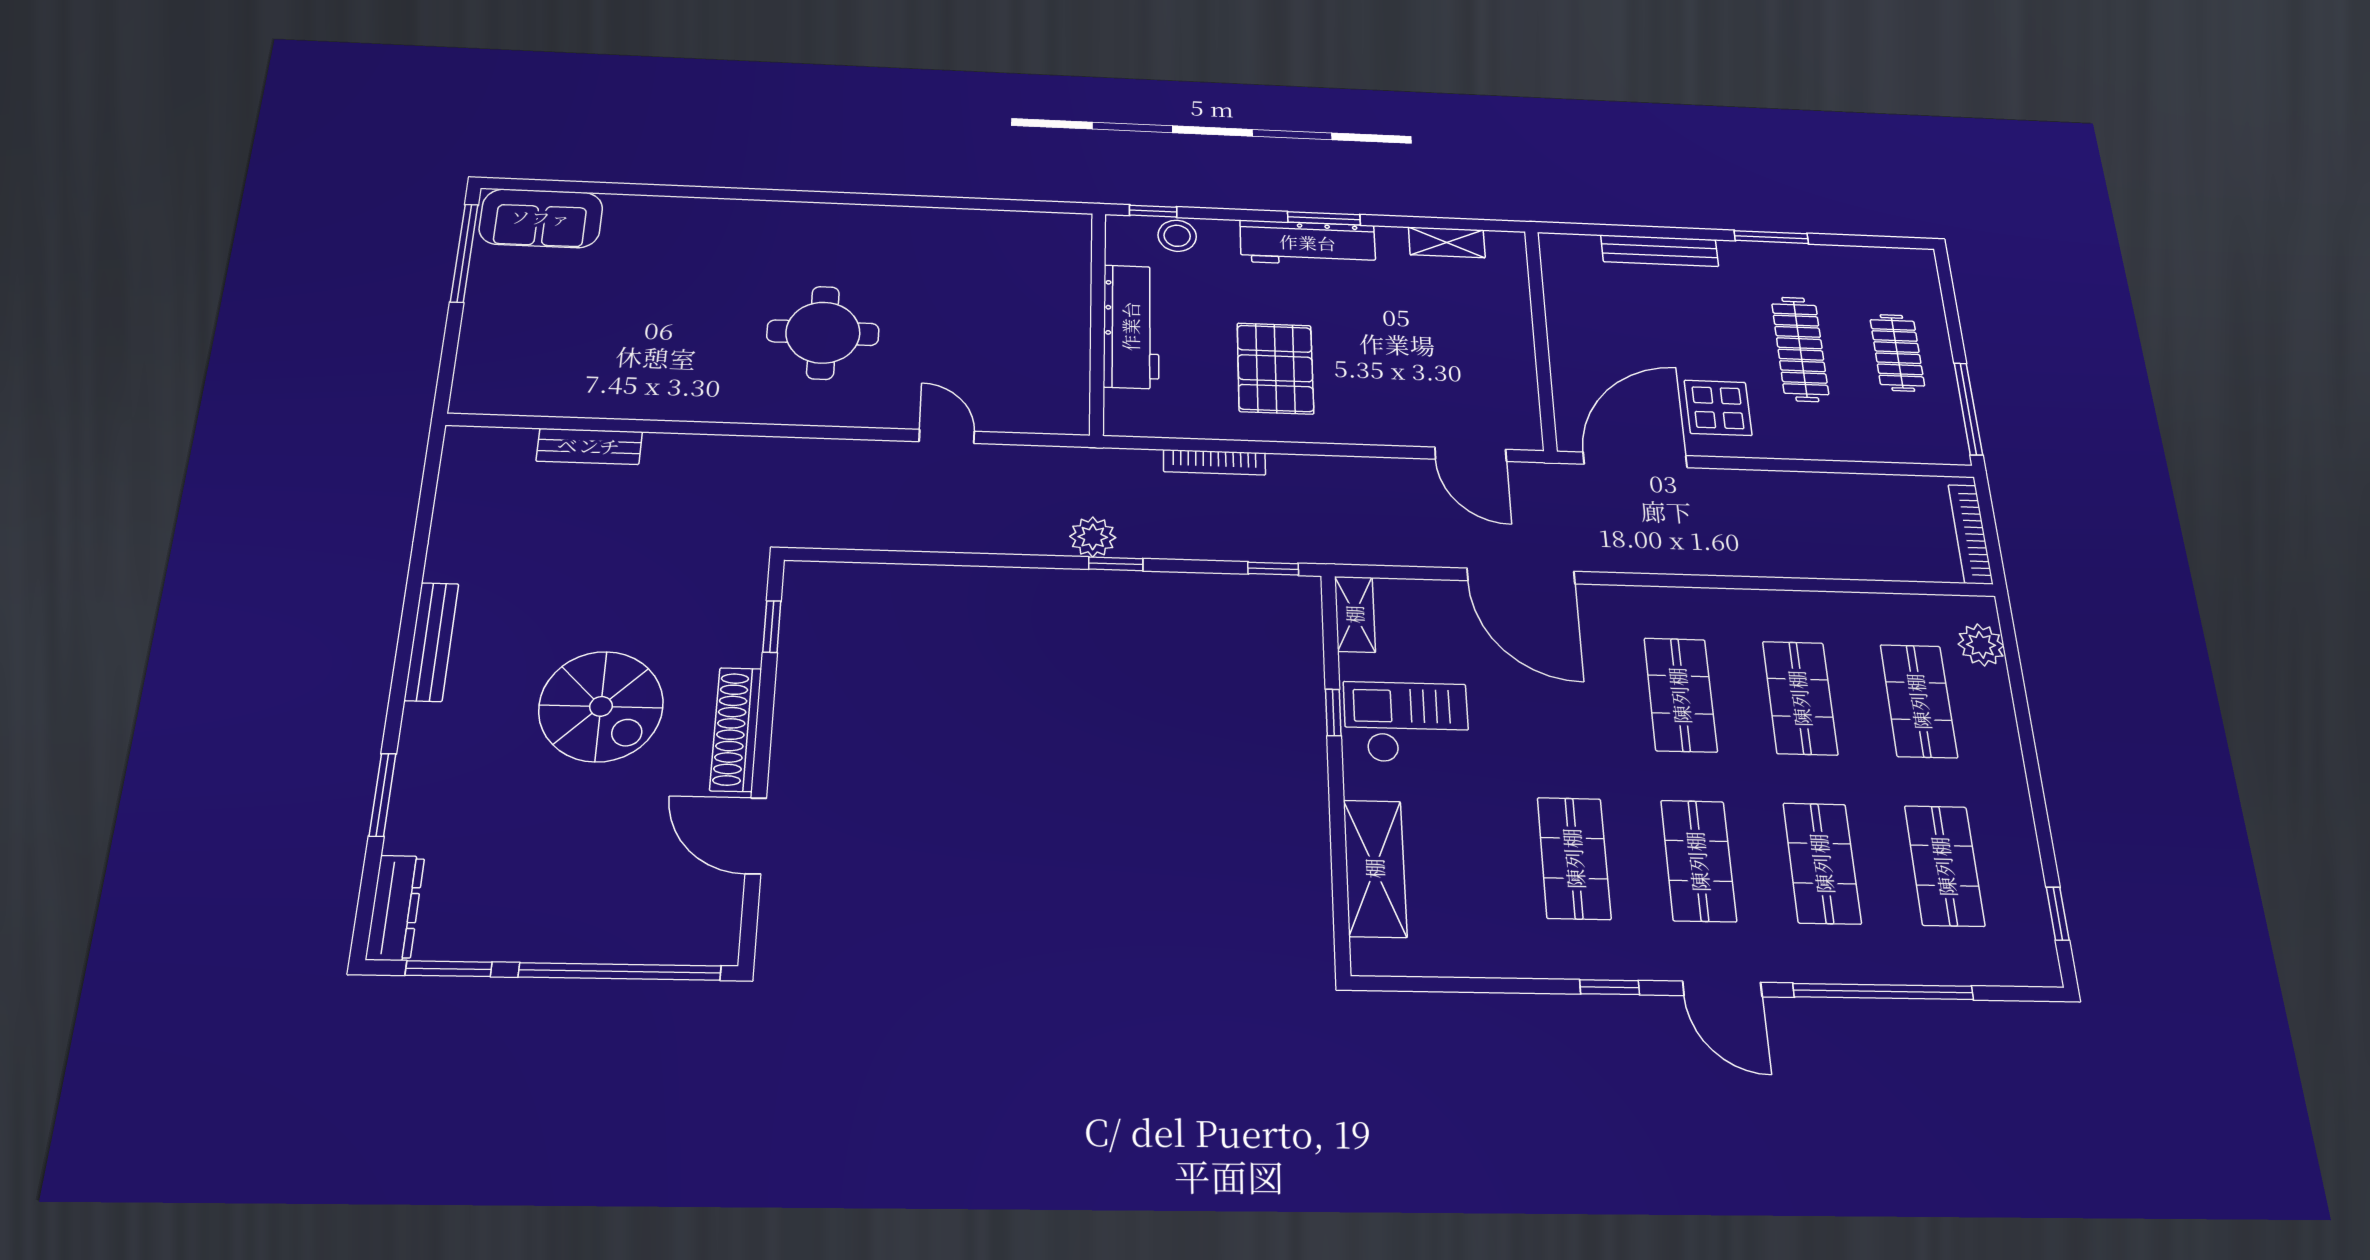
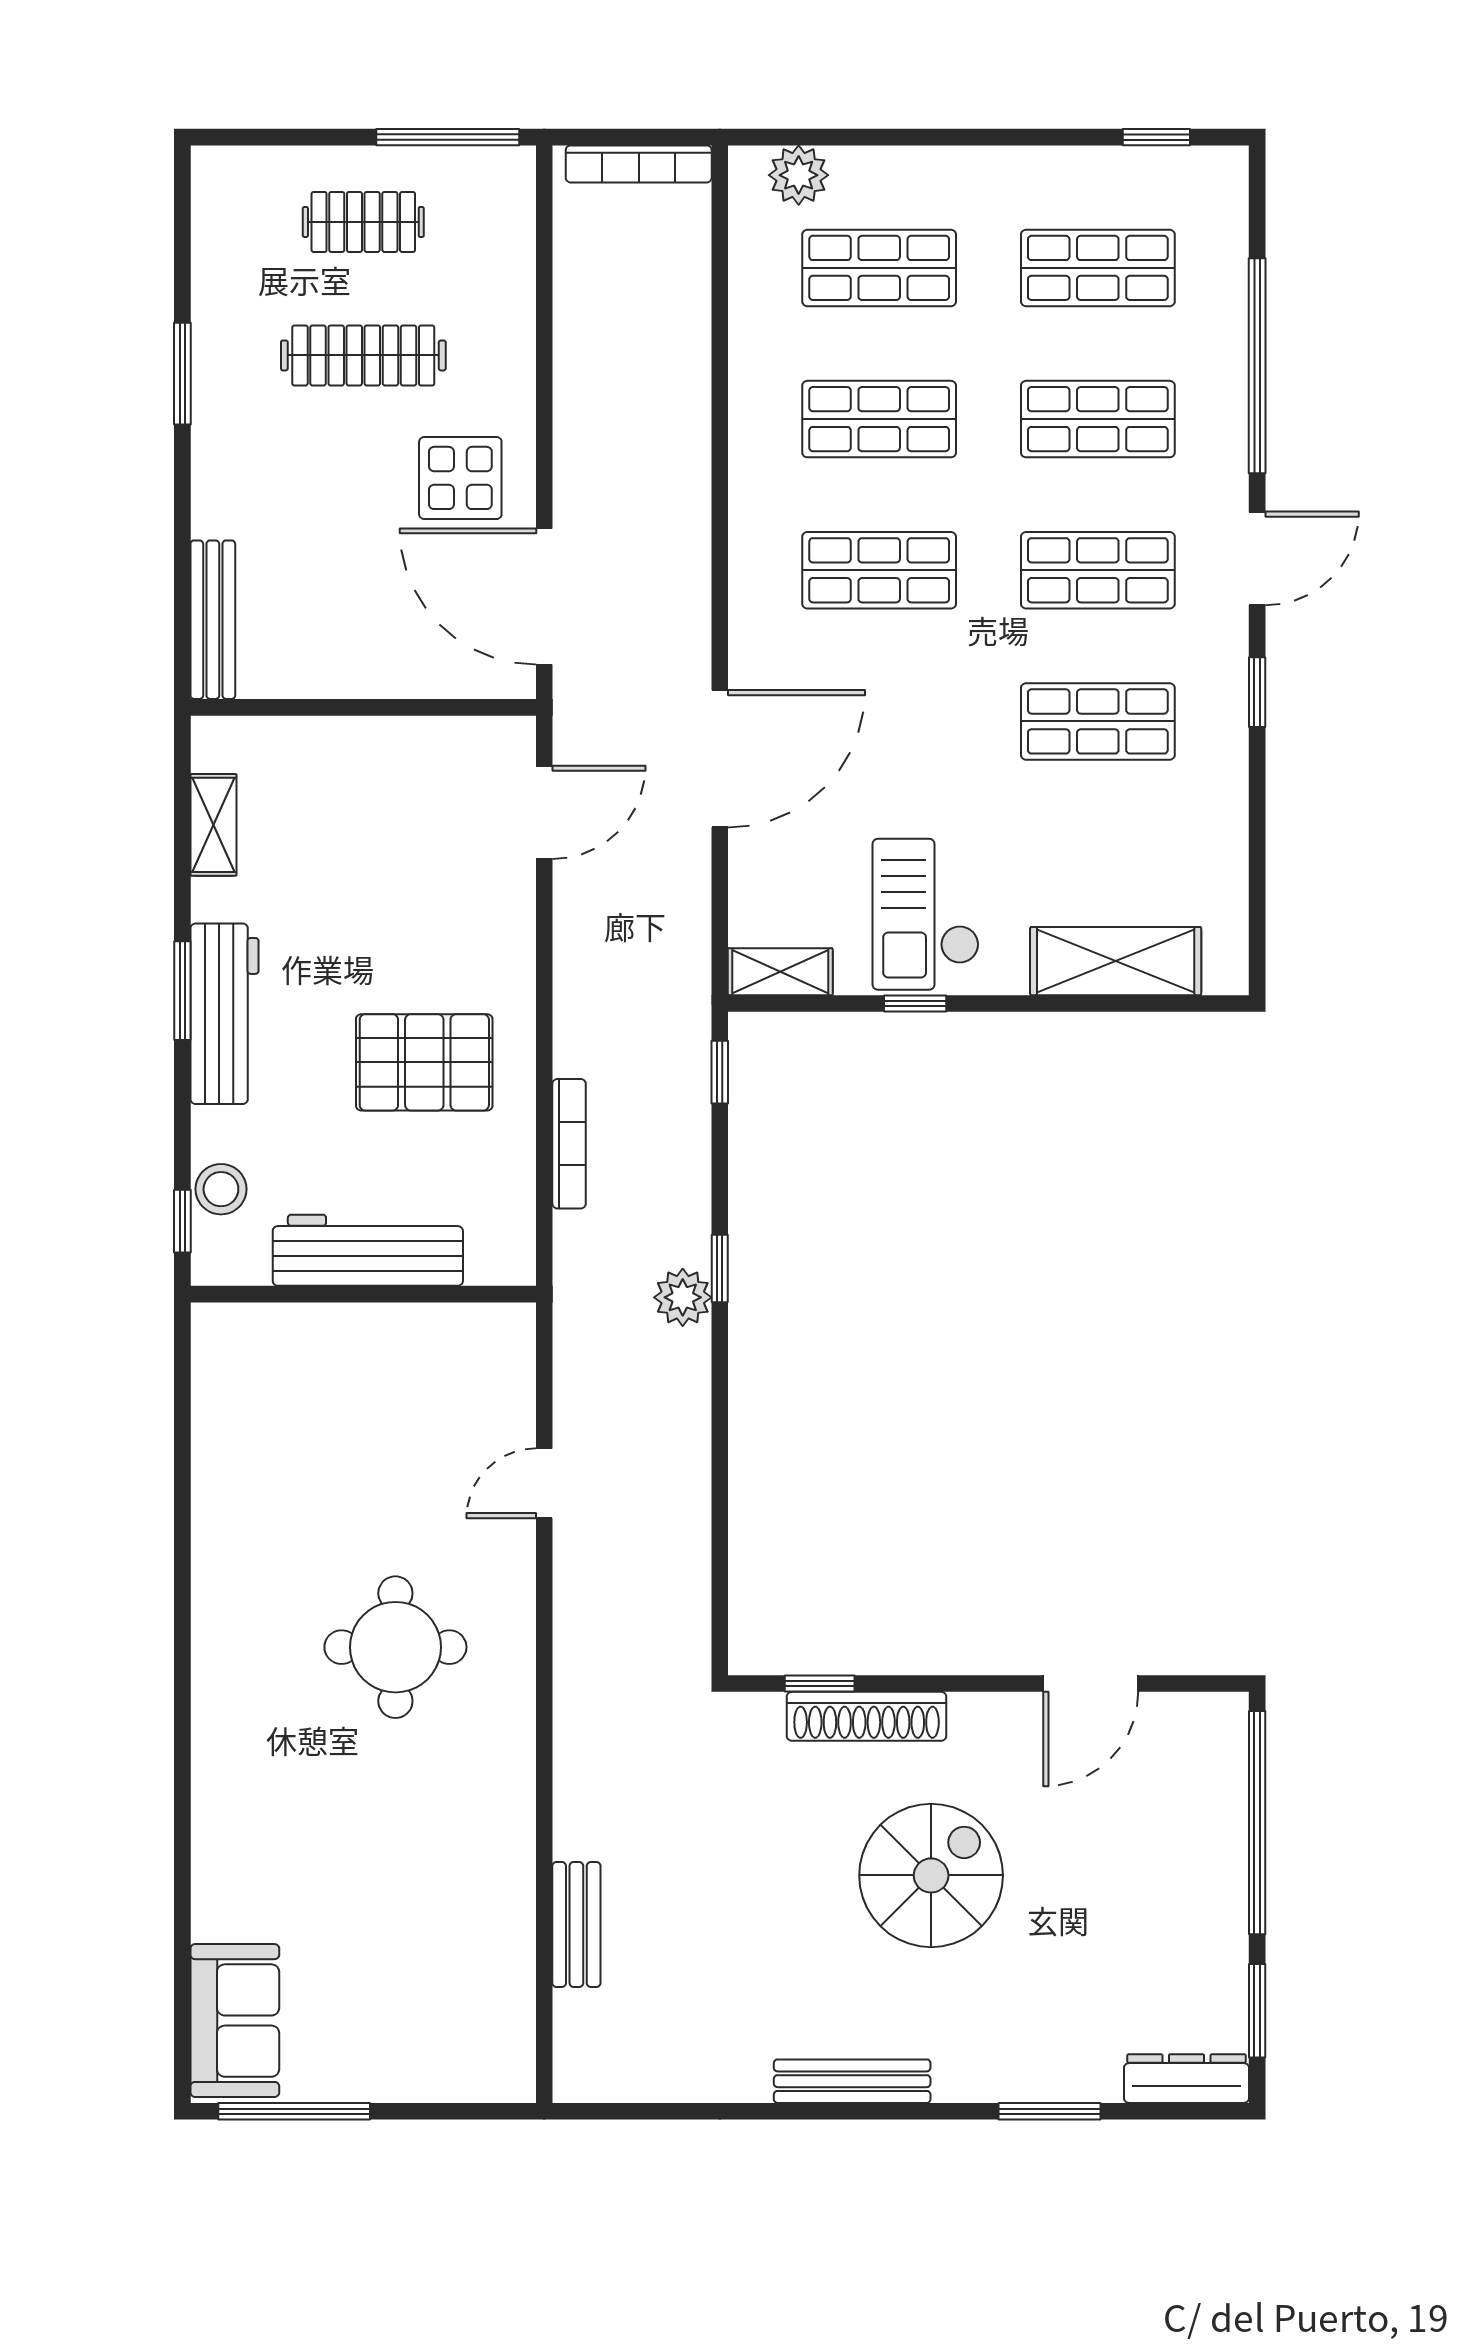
bench: (1660, 251) -> (213, 620), moved
shoe rack: (736, 729) -> (867, 1716), moved

